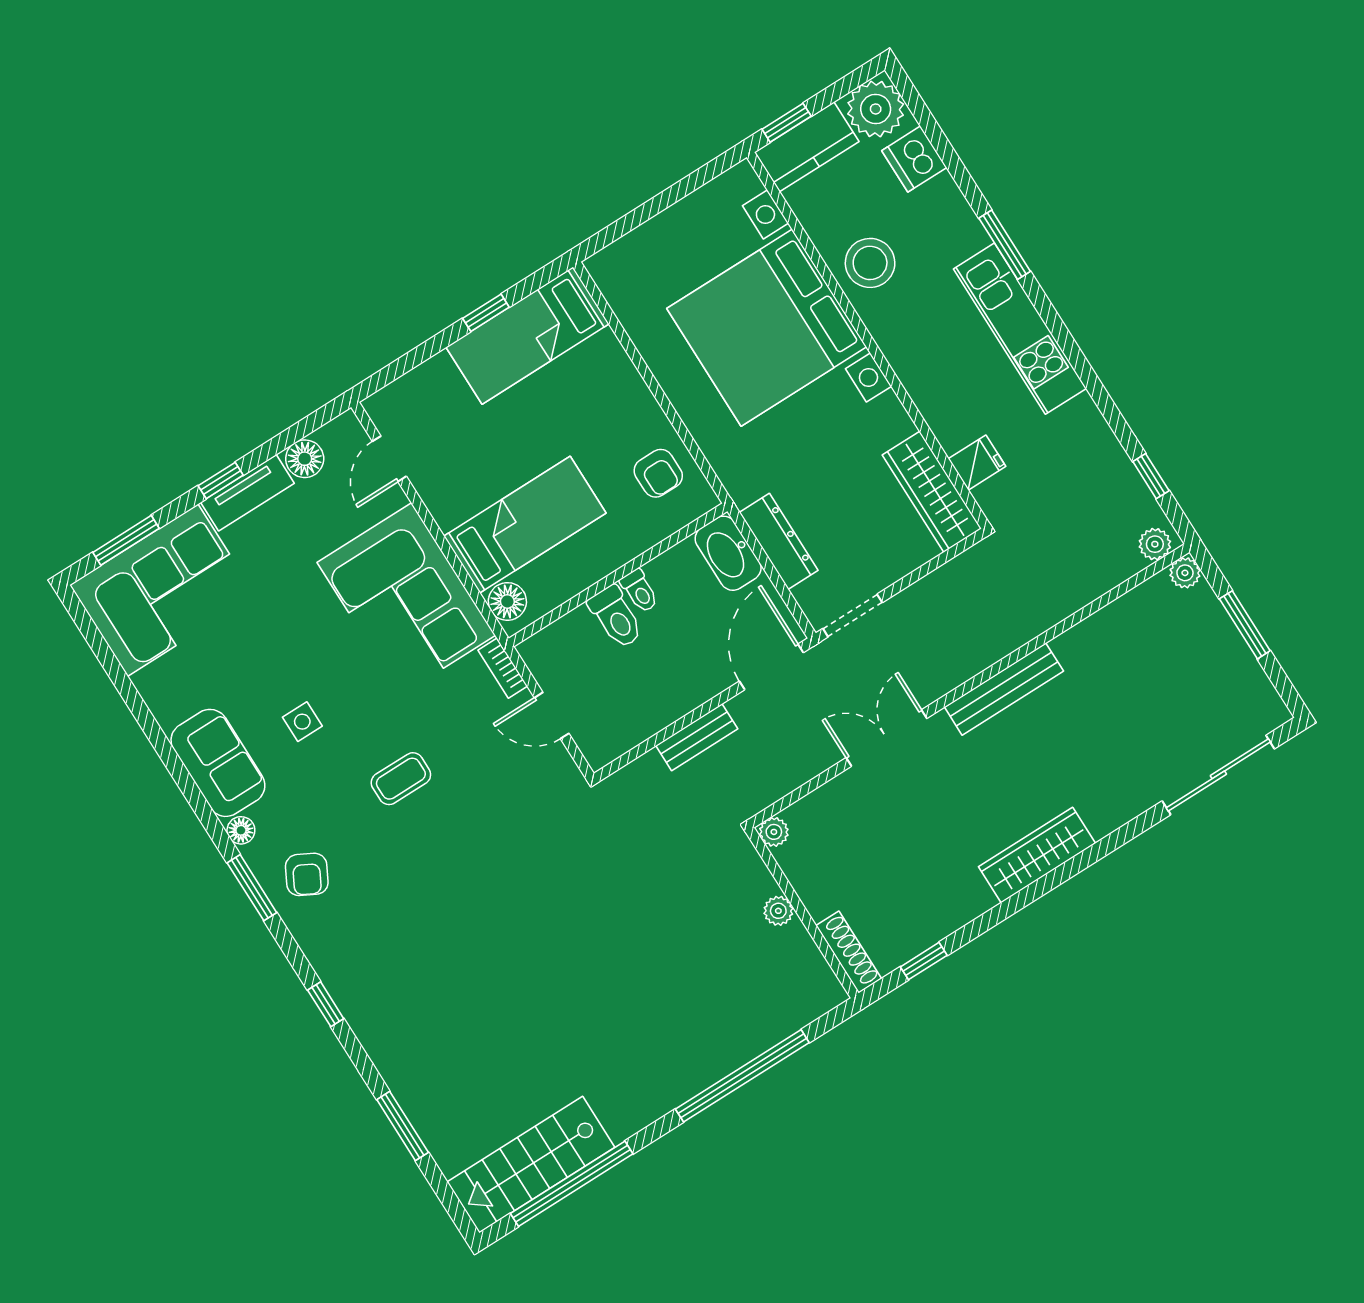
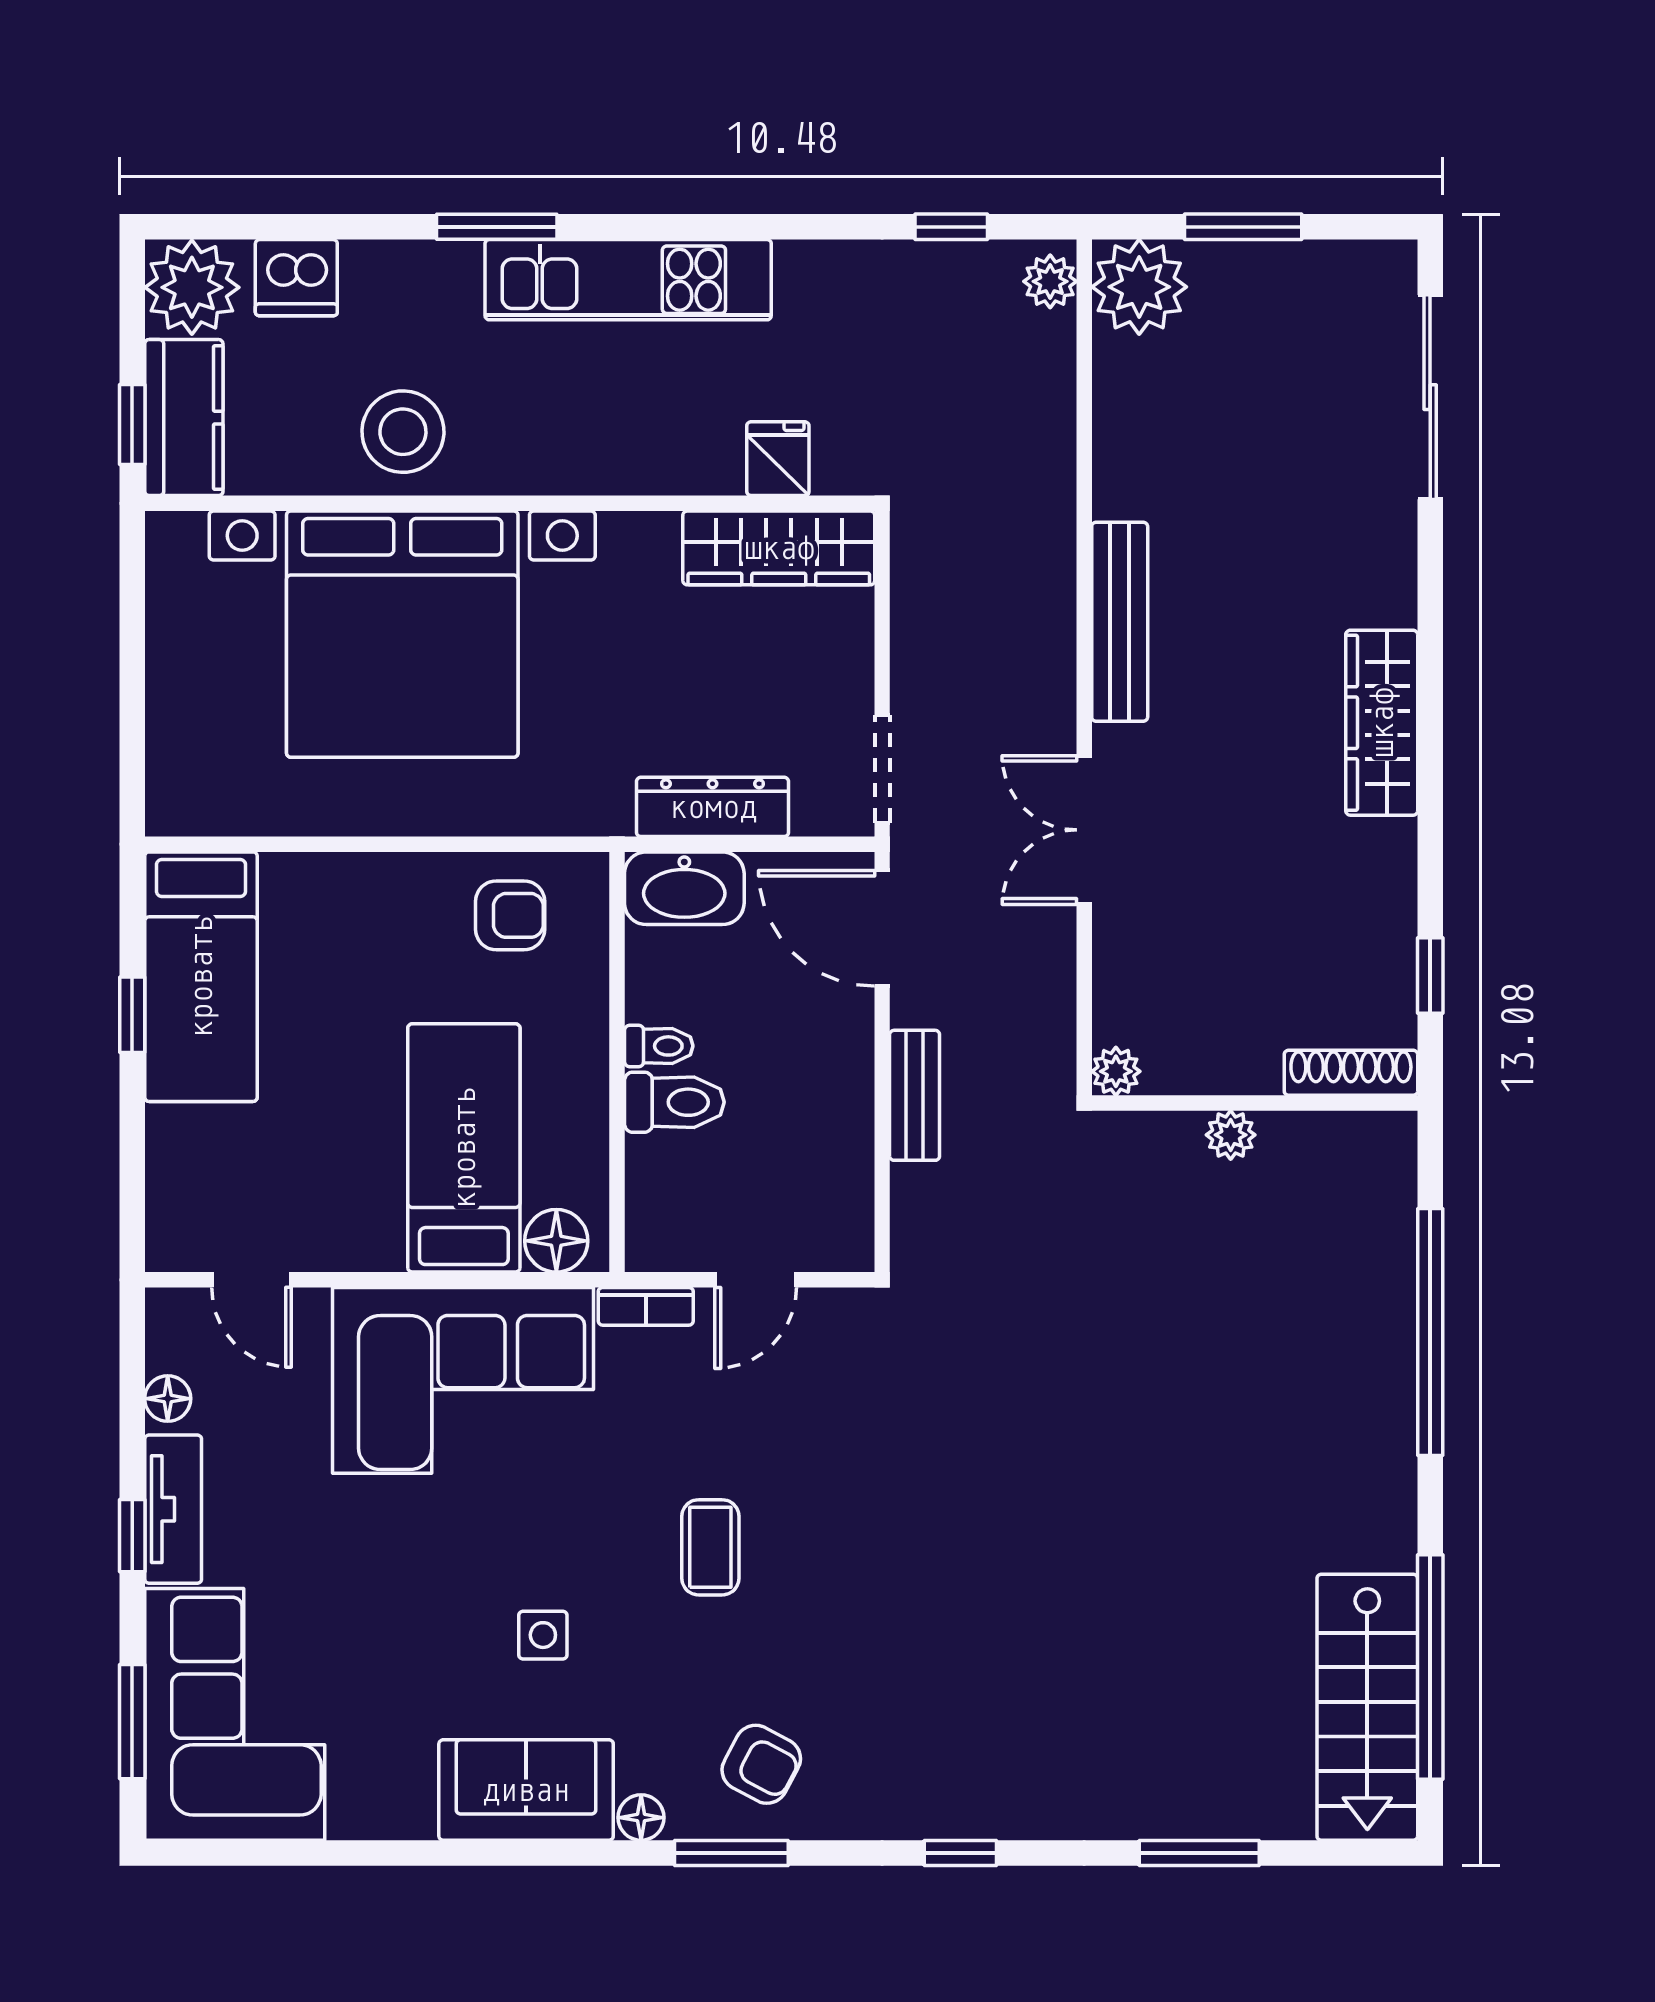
floor lamp: (305, 459) -> (168, 1399), width x0.73, depth x0.73
plant: (1185, 573) -> (1139, 287), width x1.88, depth x1.88

